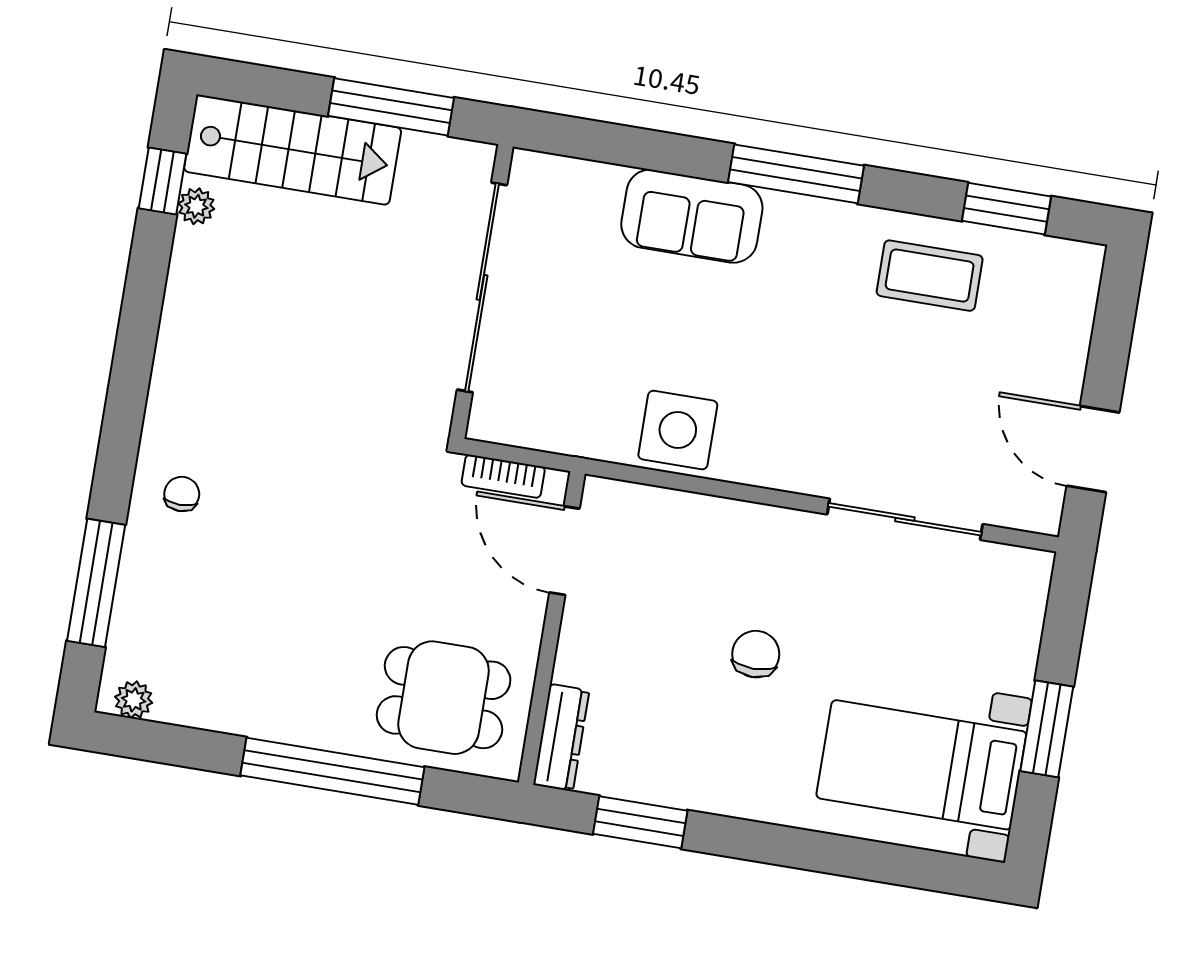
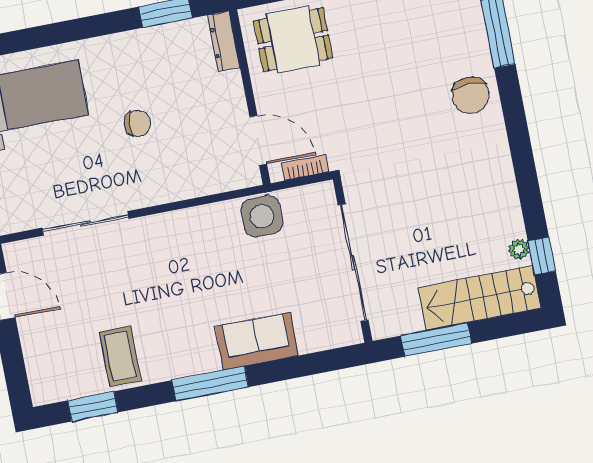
coffee table: (930, 276) -> (120, 356), turned 90
side table: (678, 430) -> (262, 216), moved
chair: (182, 494) -> (470, 95), width x1.87, depth x1.87
chair: (756, 654) -> (138, 123), turned -86

